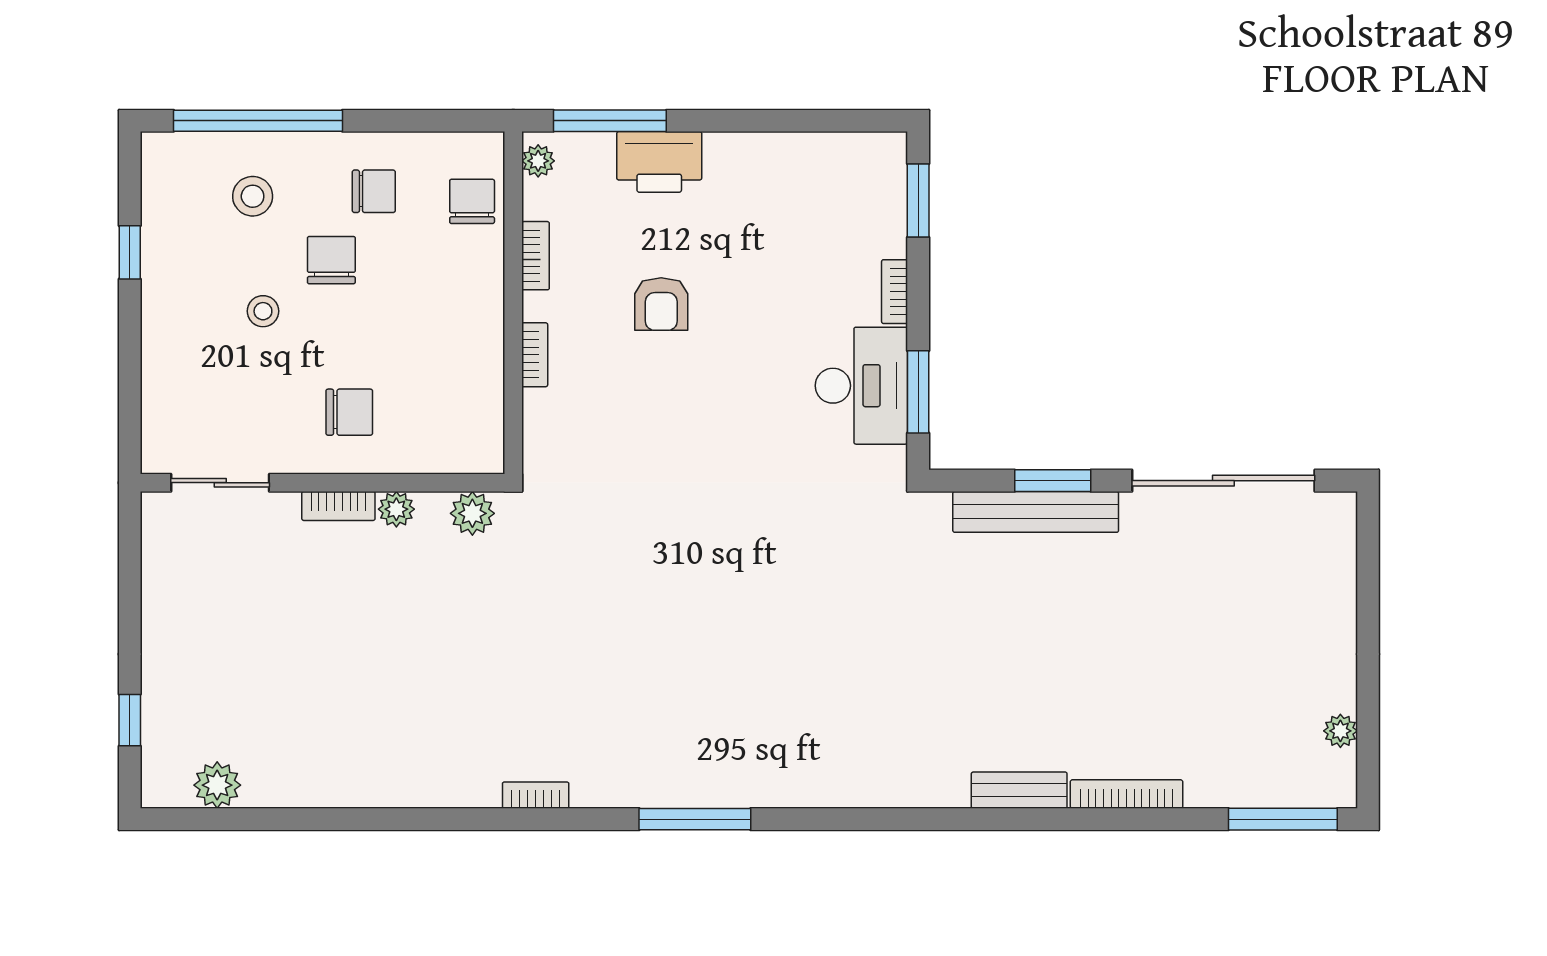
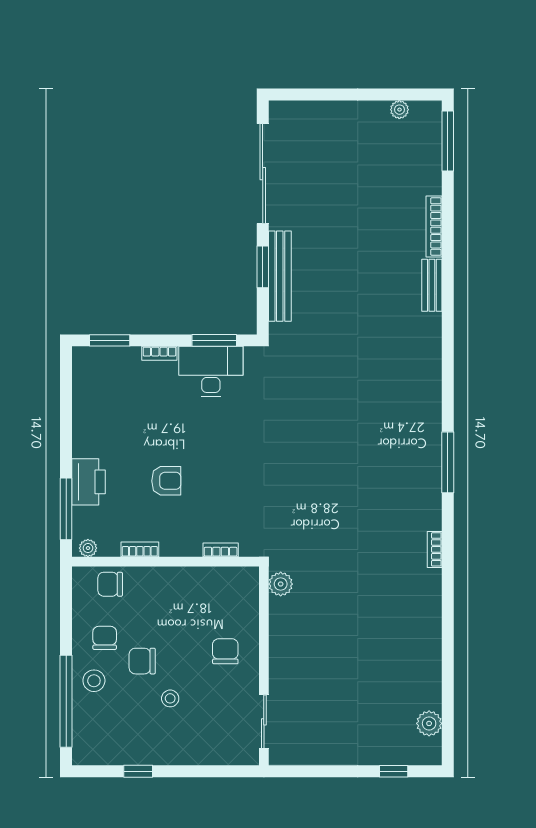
stool: (253, 196) -> (94, 681), moved
bookcase: (535, 355) -> (221, 550), moved
bookcase: (338, 506) -> (277, 657), removed
plant: (396, 509) -> (278, 626), removed

